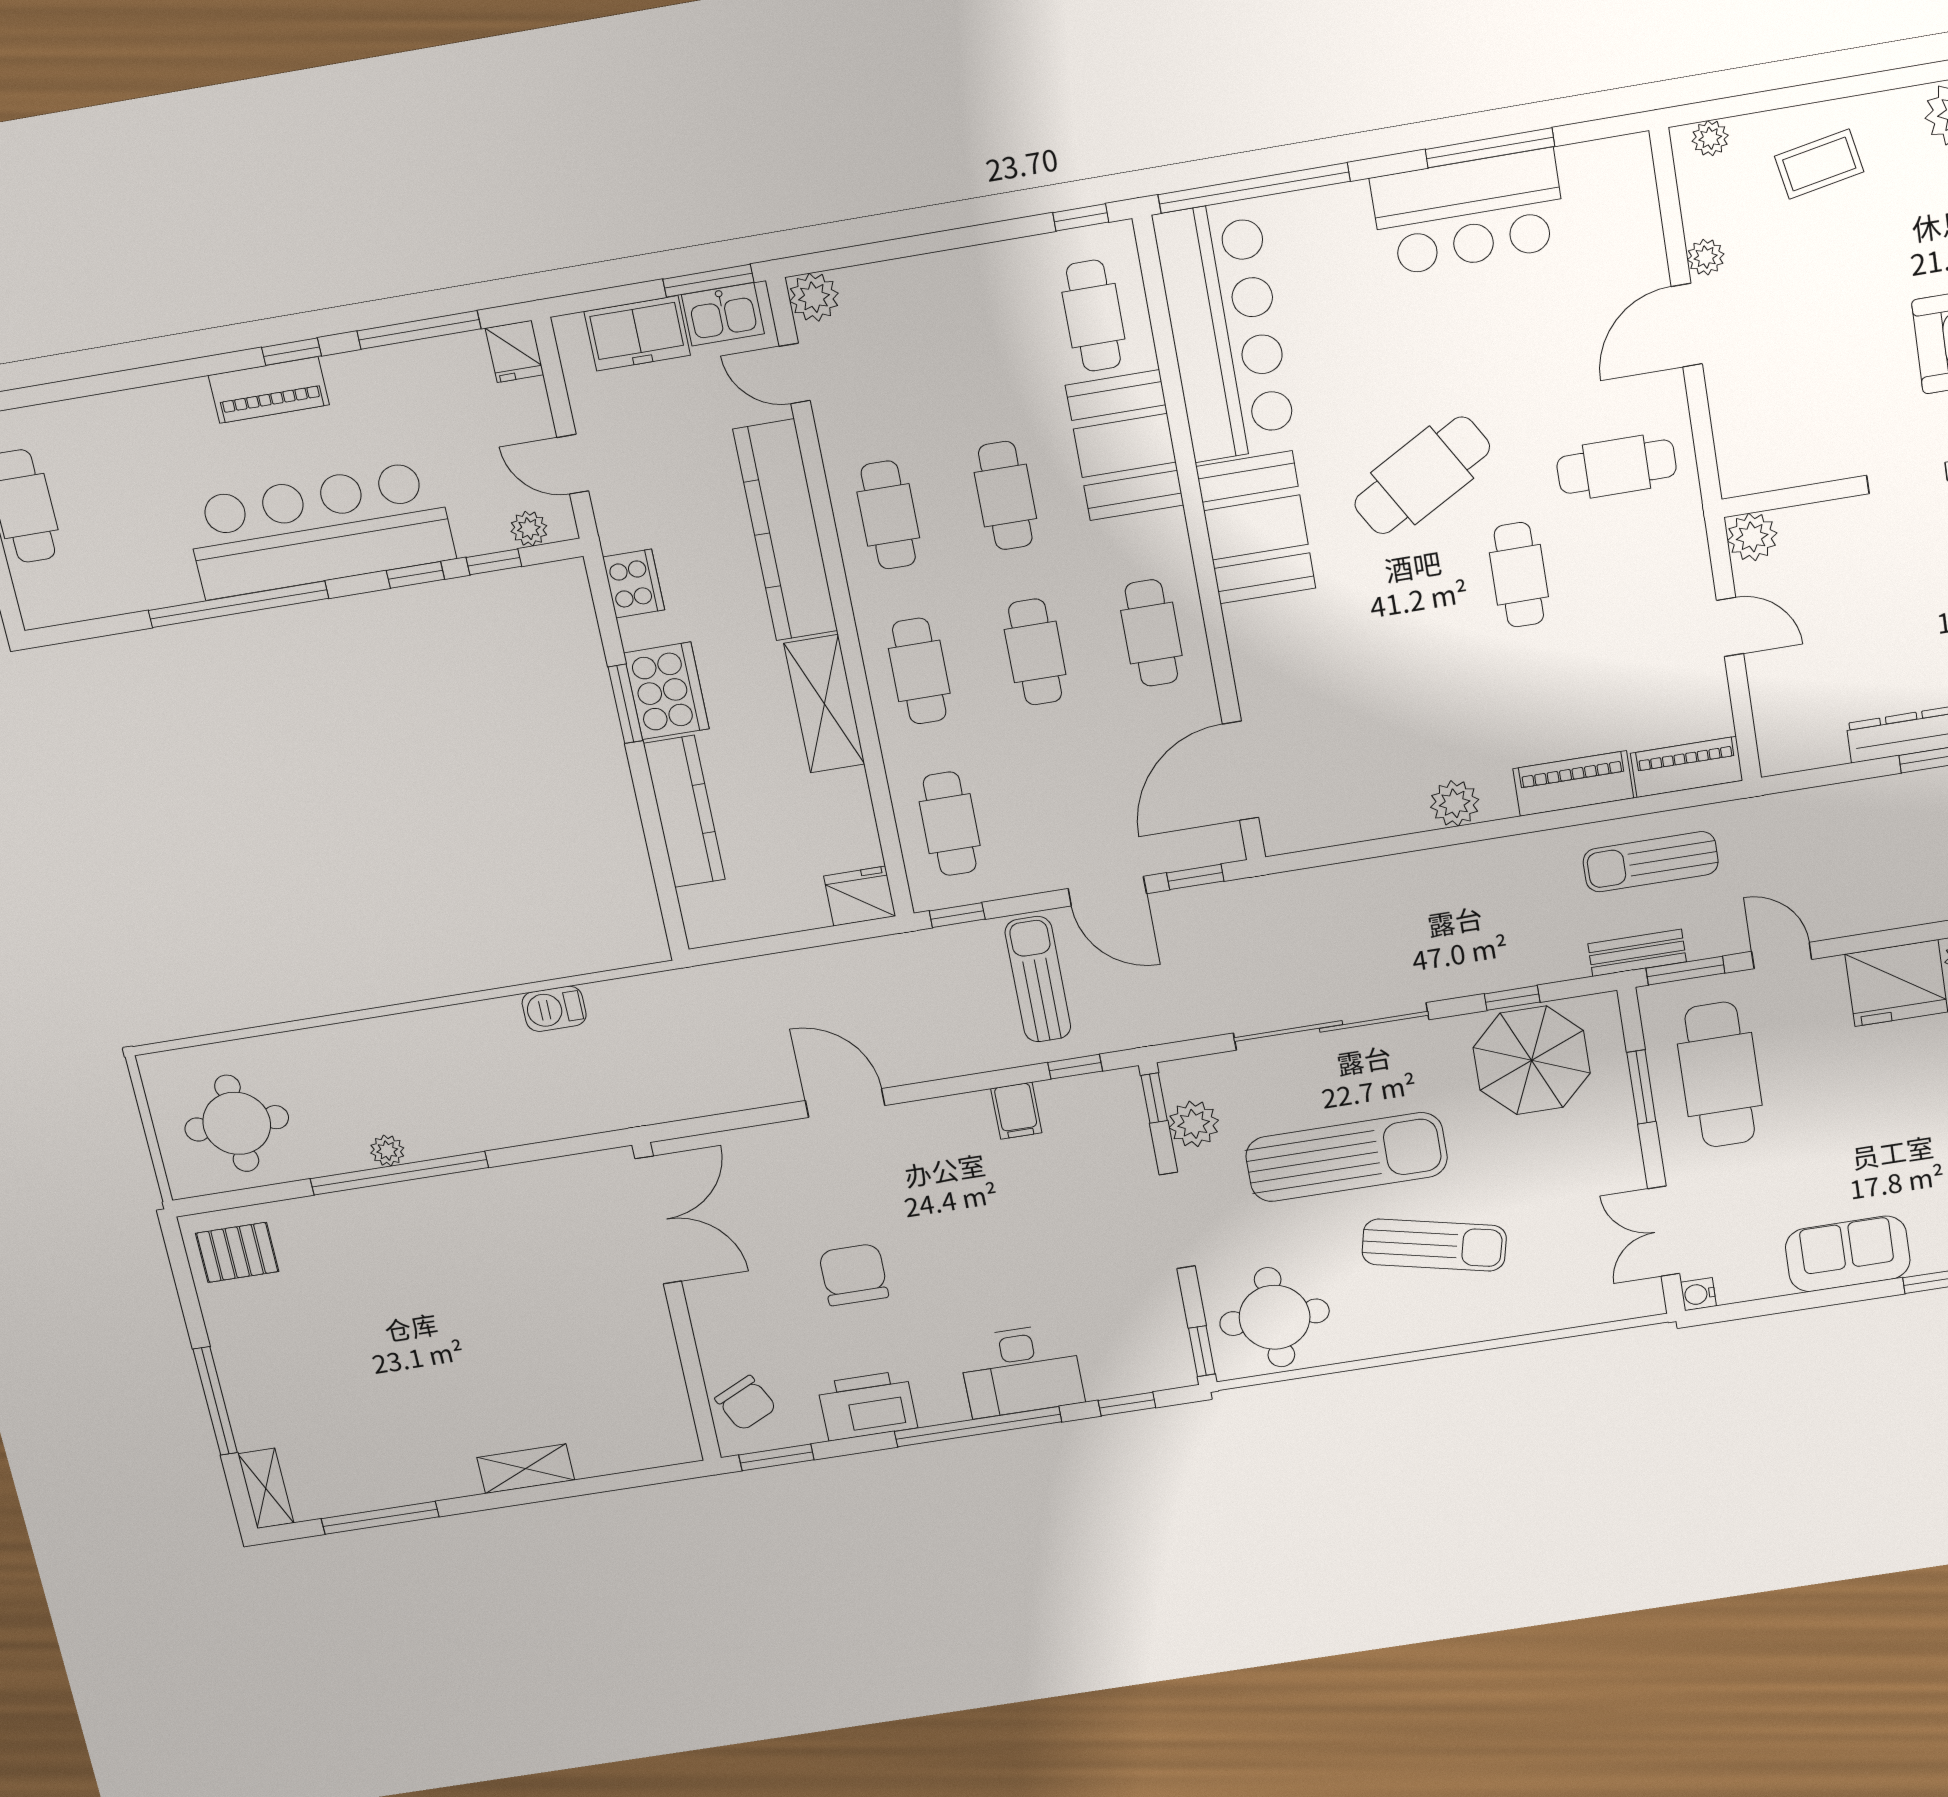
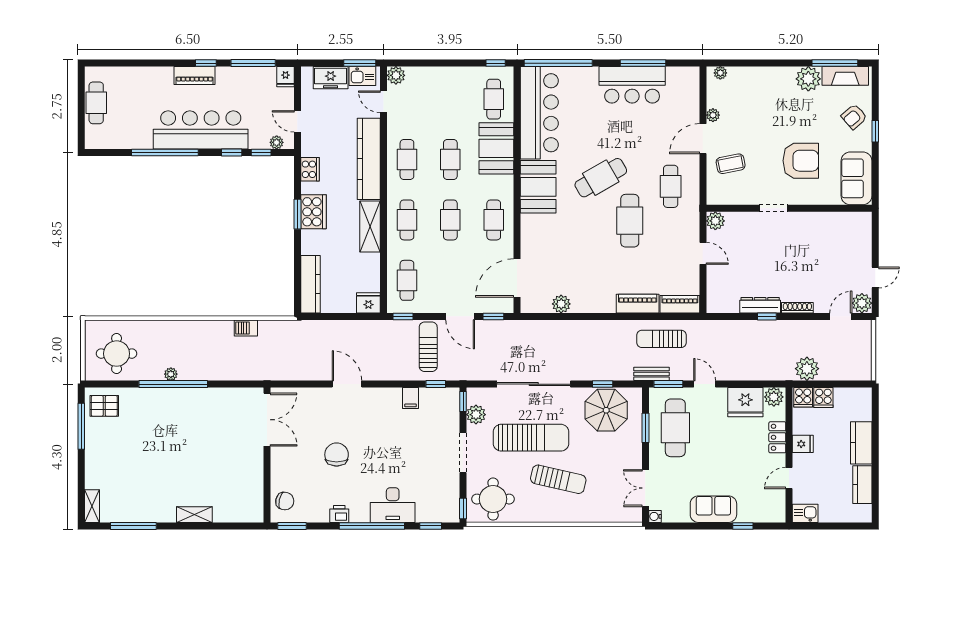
coffee table: (1819, 164) -> (731, 164), moved
cafe table: (1617, 467) -> (671, 186), turned 90
cafe table: (1519, 575) -> (630, 221), width x1.37, depth x1.35
plant: (1455, 803) -> (561, 304), moved
kitchen counter: (684, 812) -> (310, 284), moved
window: (215, 1401) -> (81, 426), moved
chair: (746, 1403) -> (285, 501), turned -51
printer: (867, 1406) -> (339, 514), width x0.53, depth x0.68

